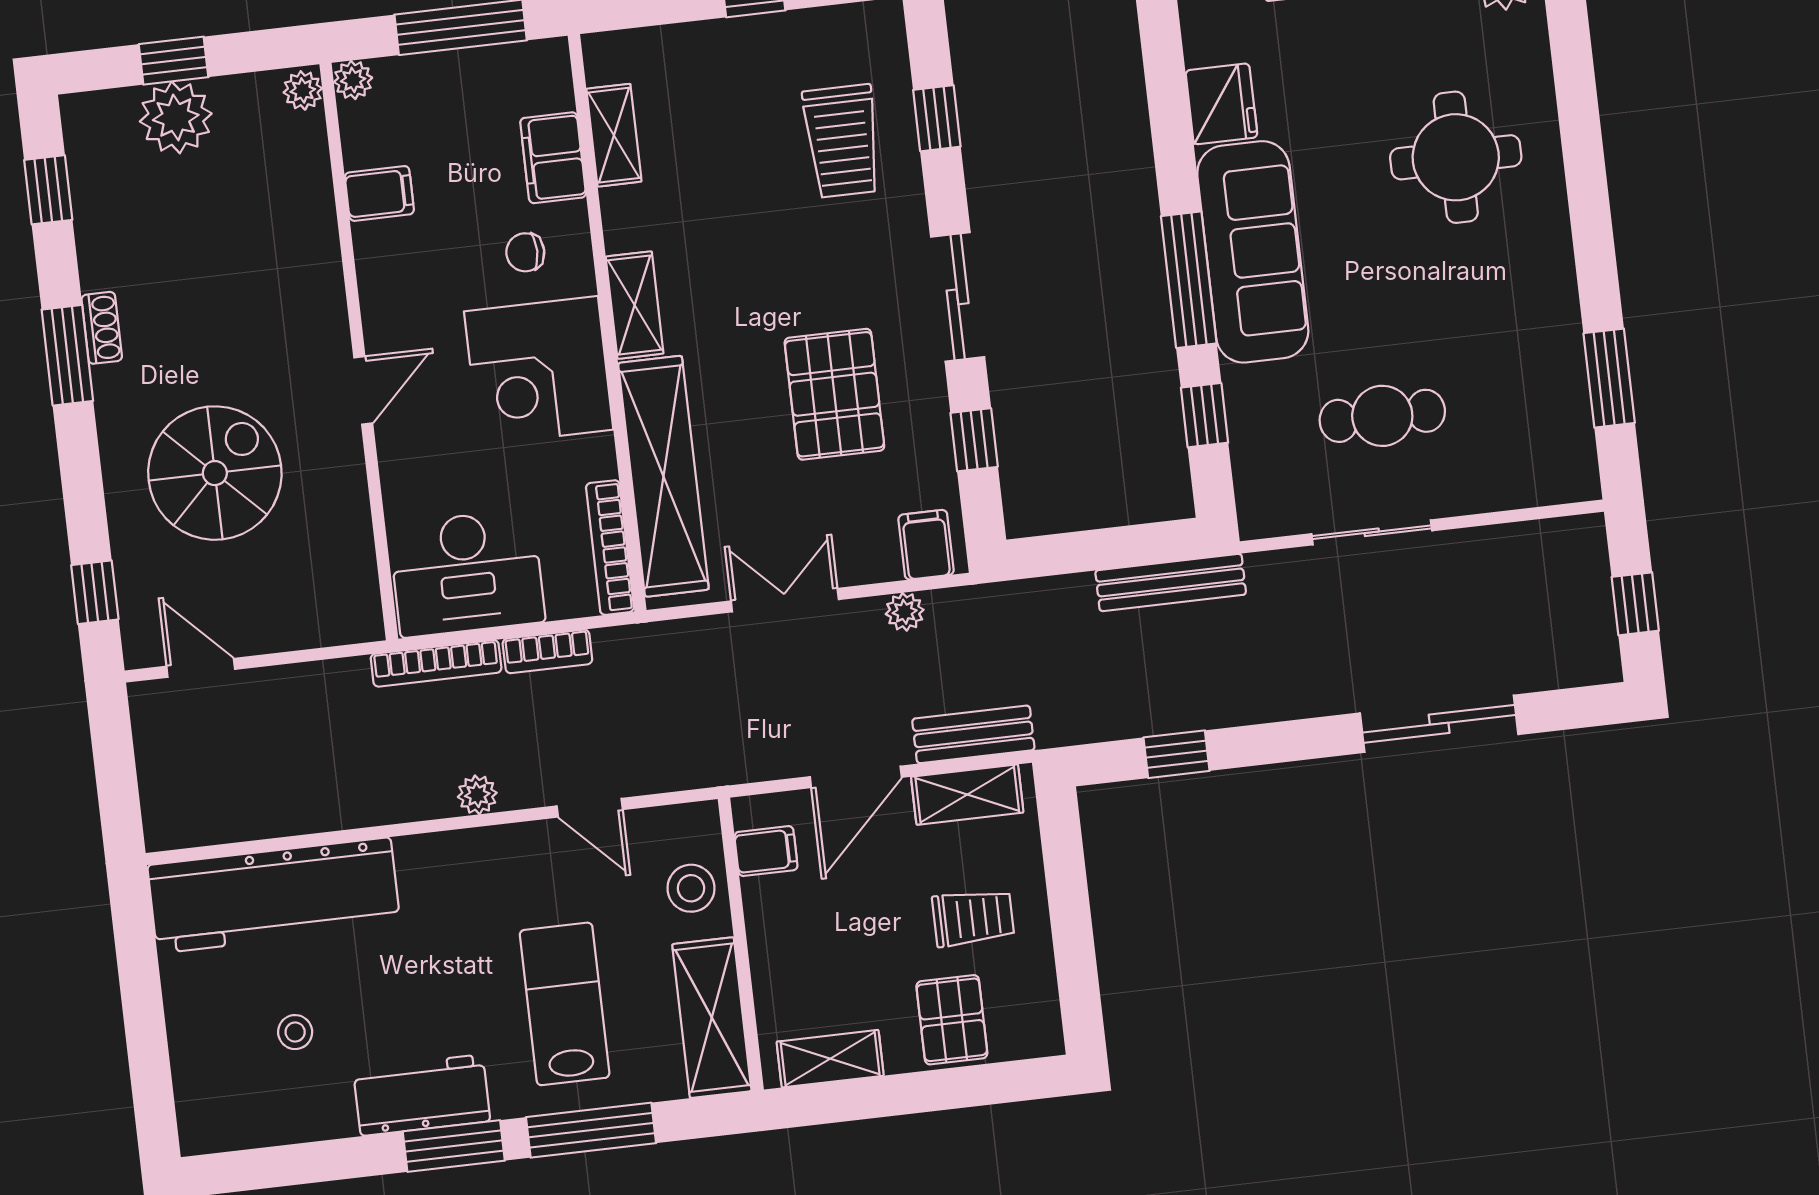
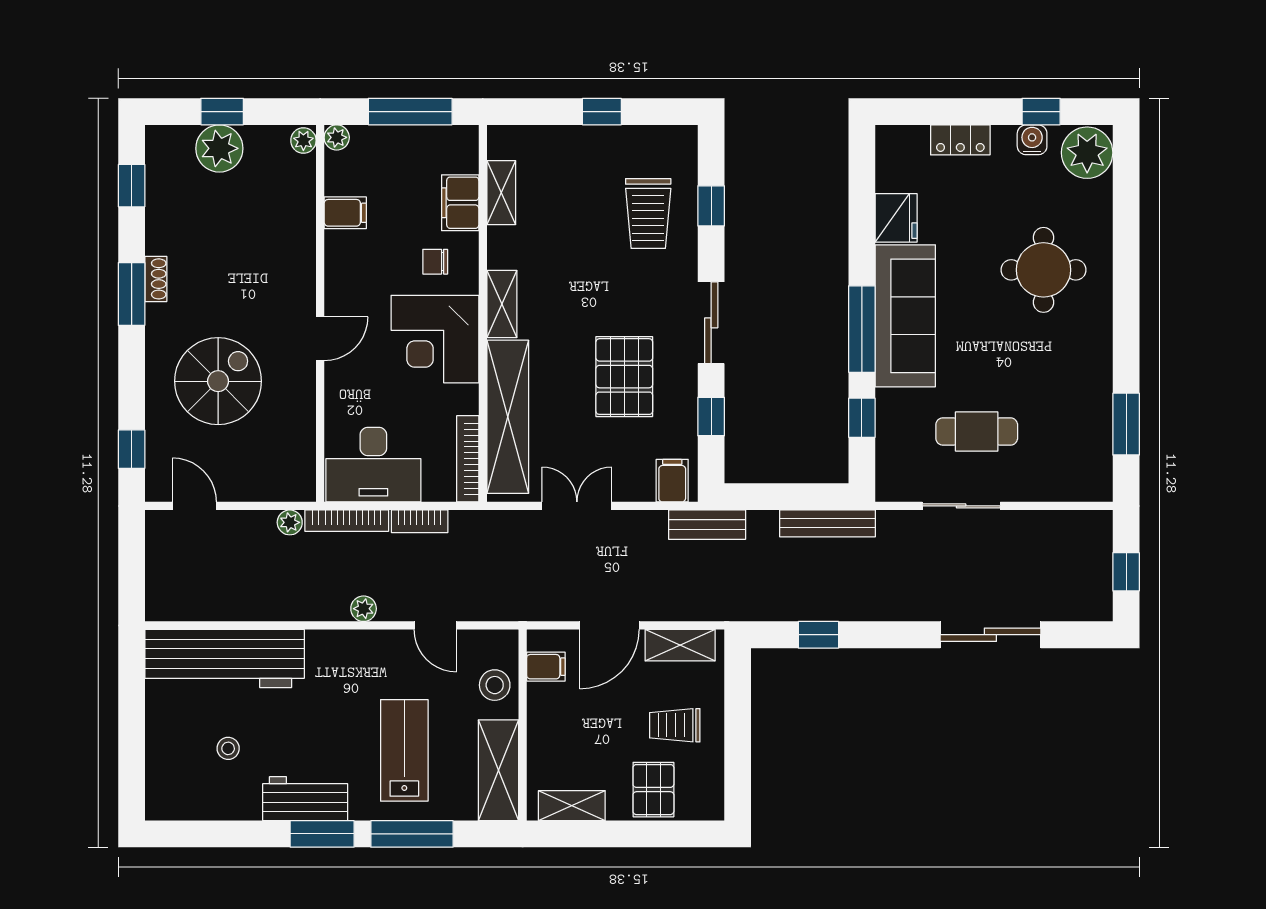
plant: (905, 612) -> (290, 522), moved
bench: (973, 734) -> (707, 525), moved
trolley: (973, 918) -> (675, 725), turned 180

